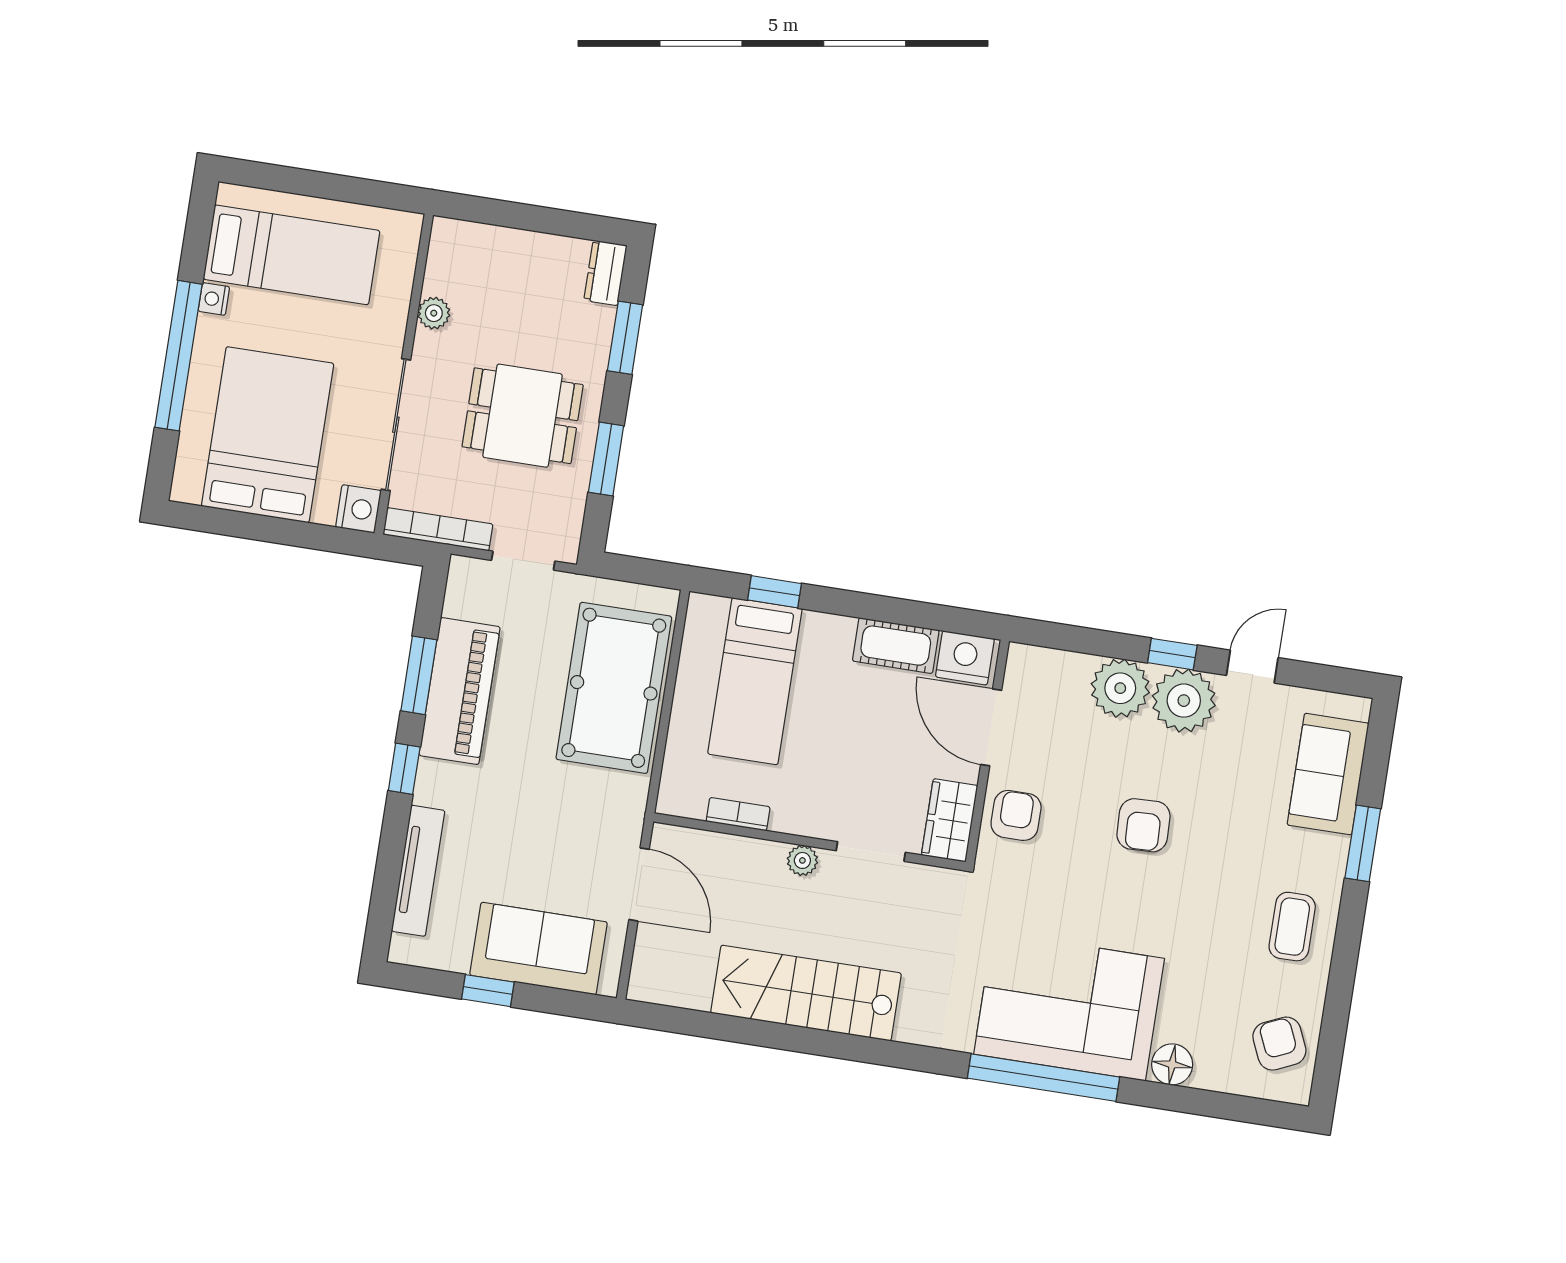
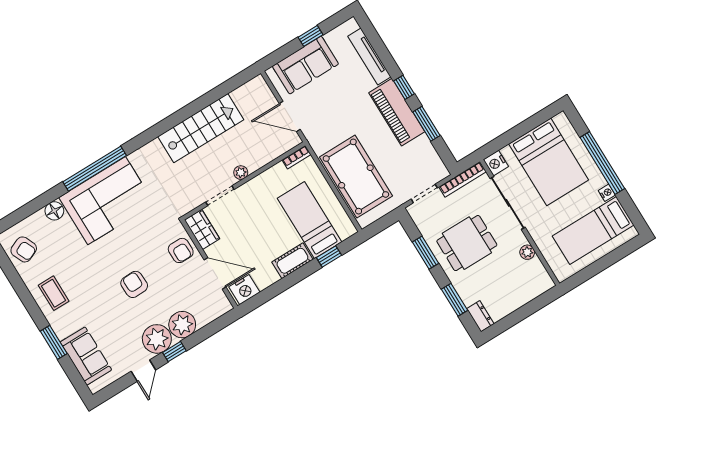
cot: (896, 646) -> (292, 261), moved
piano: (460, 691) -> (397, 112), moved
bookcase: (738, 814) -> (296, 157), moved

